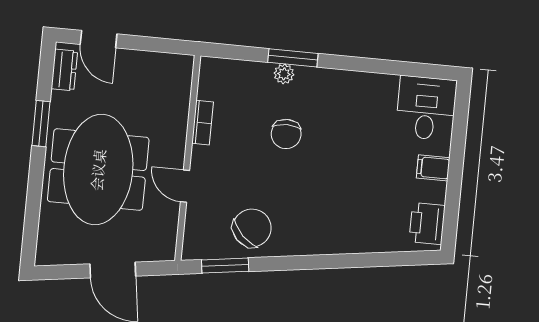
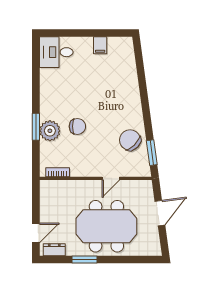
plant: (284, 74) -> (50, 131), width x1.87, depth x1.87
bookcase: (203, 123) -> (58, 172), moved
filing cabinet: (433, 168) -> (100, 45), moved
printer: (427, 223) -> (118, 46), removed

